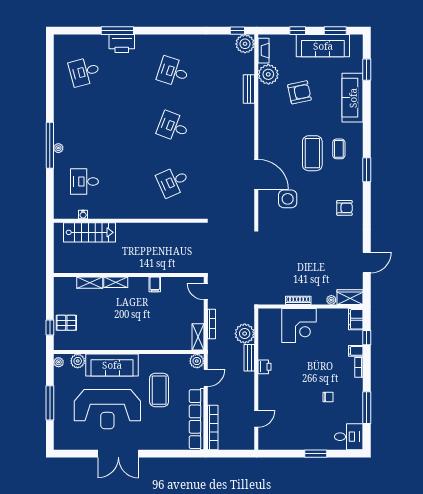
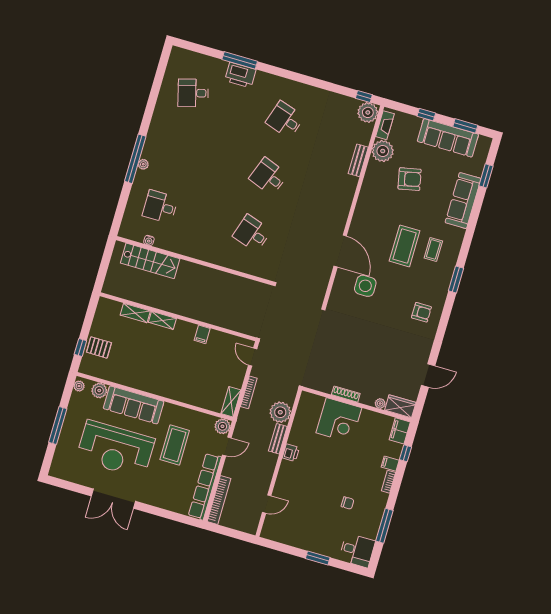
desk: (173, 182) -> (252, 233), turned 42

